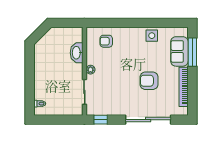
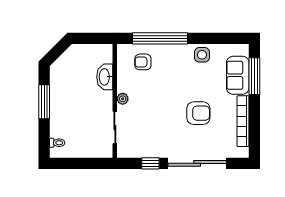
window: (119, 23) -> (160, 38), added
window: (30, 72) -> (44, 102), added
armchair: (149, 81) -> (198, 113), turned 180
window: (101, 120) -> (150, 163), moved

